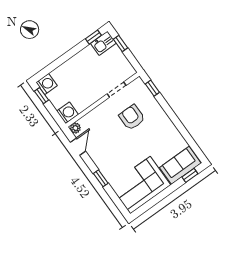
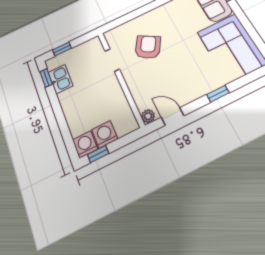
kitchen sink: (103, 43) -> (61, 79), moved
window: (152, 88) -> (119, 21), removed
washing machine: (67, 113) -> (105, 134), moved
armchair: (132, 117) -> (148, 47), turned 121

